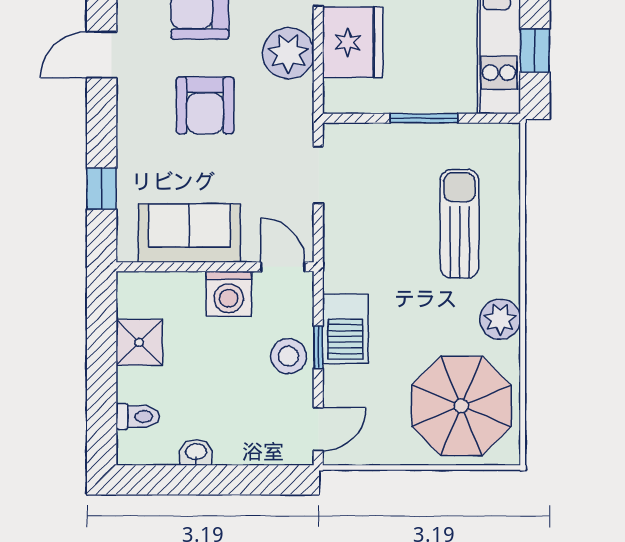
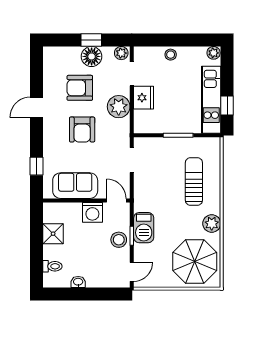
fridge: (353, 42) -> (144, 98), width x0.73, depth x0.75

